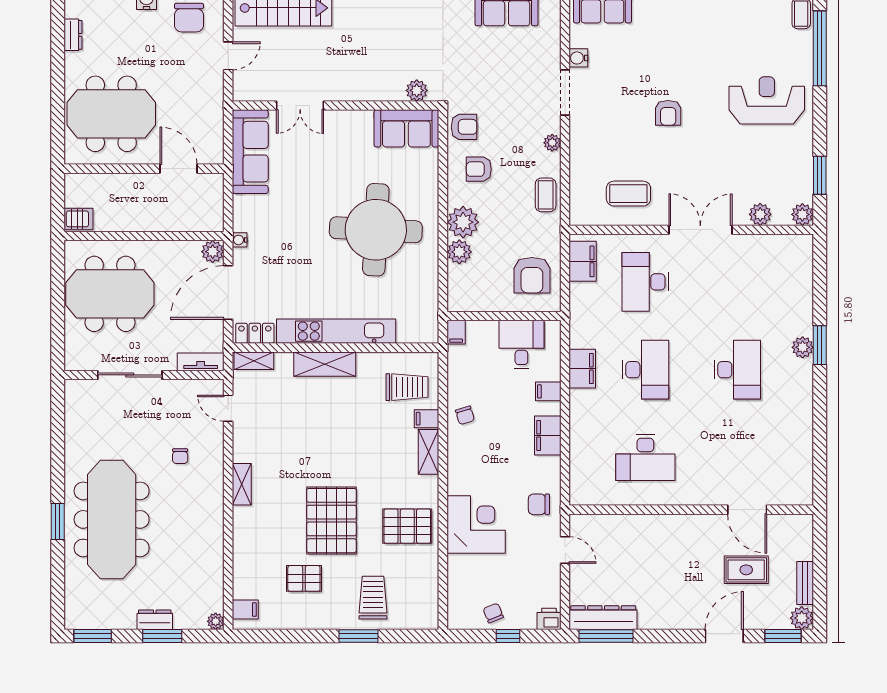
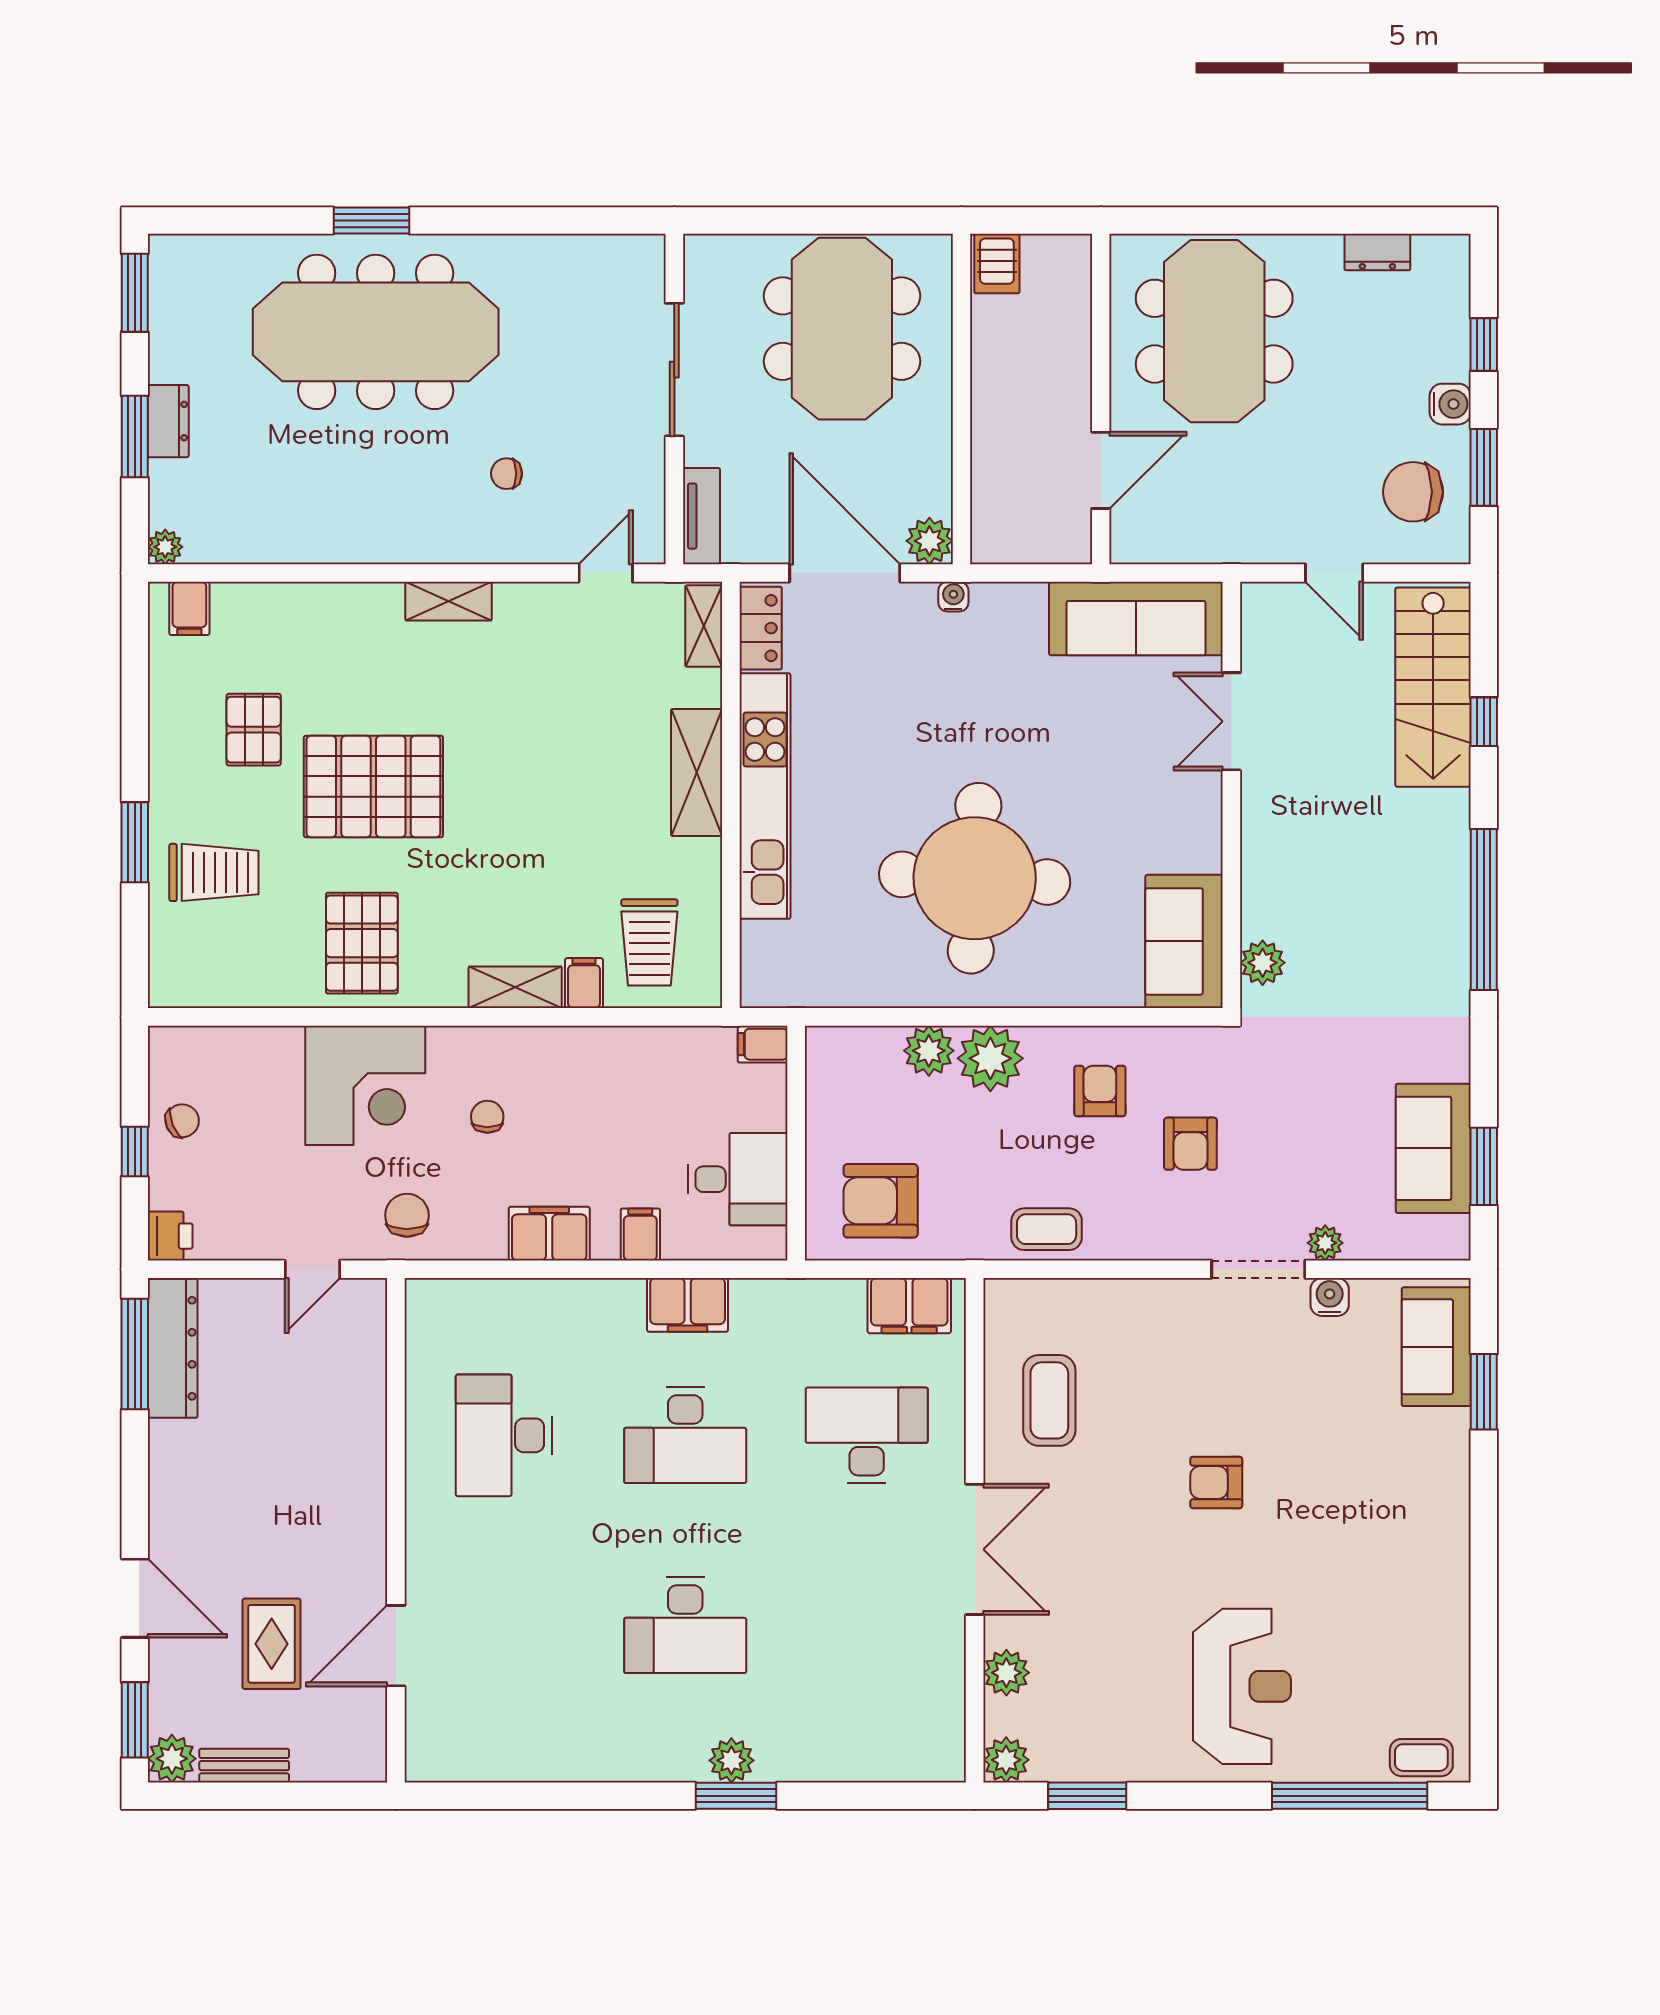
armchair: (464, 127) -> (1190, 1144), moved
plant: (552, 143) -> (1325, 1243), moved
chair: (465, 415) -> (487, 1117), moved, turned 107

